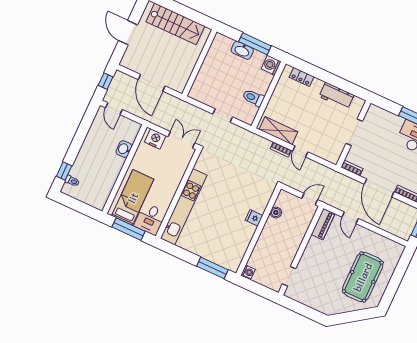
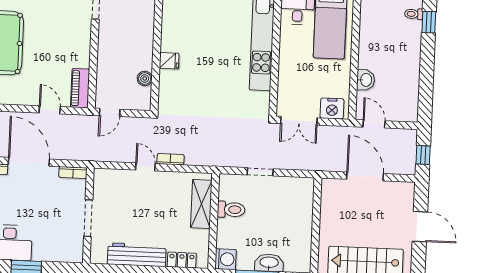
workbench: (336, 96) -> (137, 255), width x1.38
door: (114, 109) -> (374, 124), moved
shelving: (278, 131) -> (201, 204), moved, turned 90

